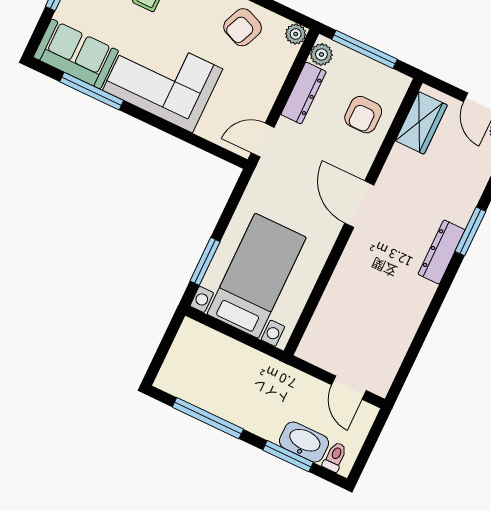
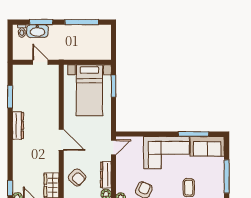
armchair: (363, 115) -> (77, 177), turned 133
window: (470, 231) -> (10, 97), moved
dresser: (441, 252) -> (18, 126), moved
door: (349, 388) -> (40, 62), moved

